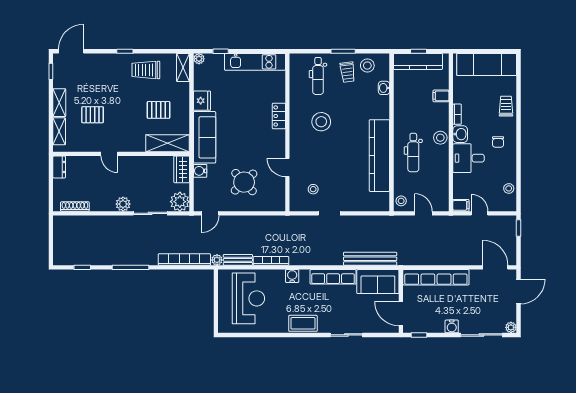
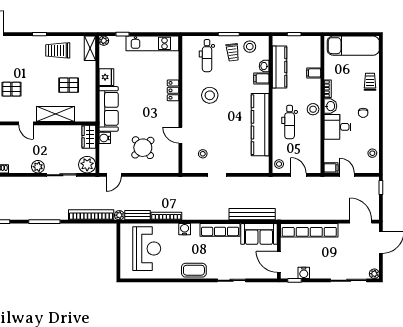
kitchen counter: (418, 61) -> (280, 67), moved, turned -90
filing cabinet: (381, 102) -> (261, 78), added
shelving: (167, 143) -> (56, 114), moved
water cooler: (452, 326) -> (304, 273), moved

